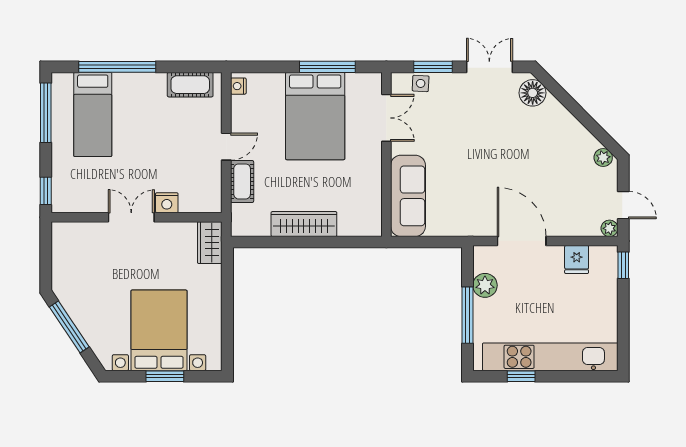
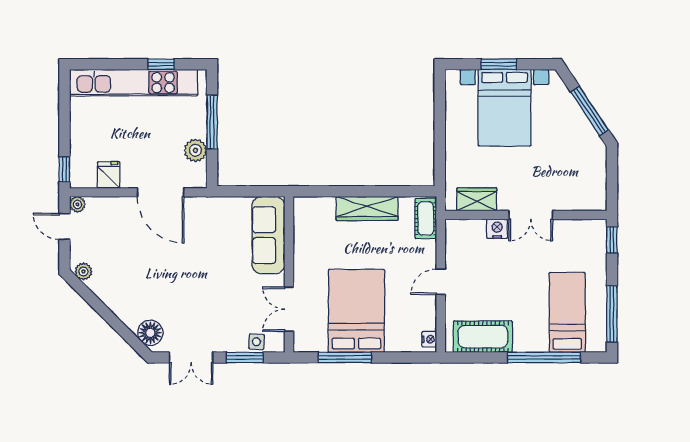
cot: (190, 85) -> (483, 337), width x1.37, depth x1.34
cot: (242, 181) -> (426, 219), moved
wardrobe: (210, 243) -> (477, 199), moved, turned -90

